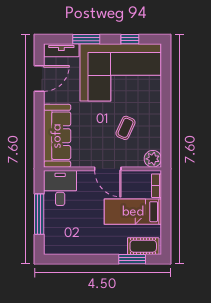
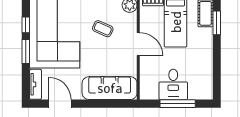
window: (86, 39) -> (26, 52), moved
door: (108, 169) -> (138, 44), hinge flipped
desk: (60, 188) -> (173, 84), moved, turned -90

